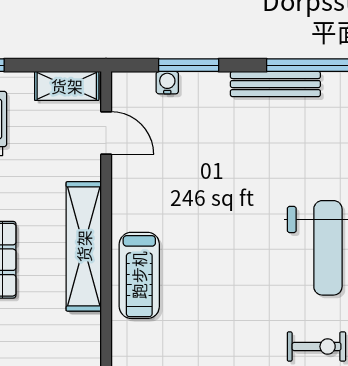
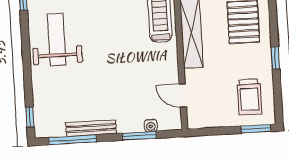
shelving: (67, 86) -> (206, 120), removed

